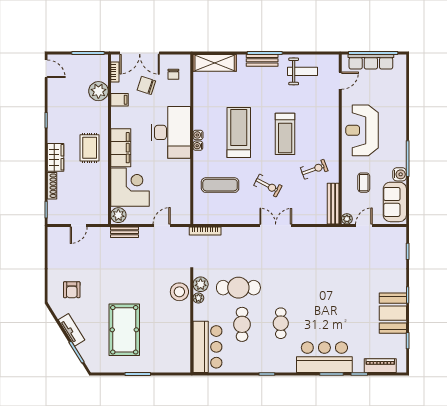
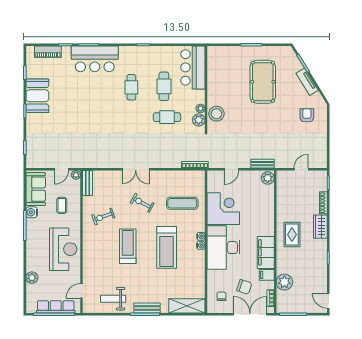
plant: (399, 96) -> (32, 278), added
filing cabinet: (121, 148) -> (266, 252), moved
corner desk: (130, 187) -> (223, 209), moved, turned 180
bench: (333, 204) -> (87, 183), width x0.73
cafe table: (238, 288) -> (167, 117), width x0.73, depth x0.74

